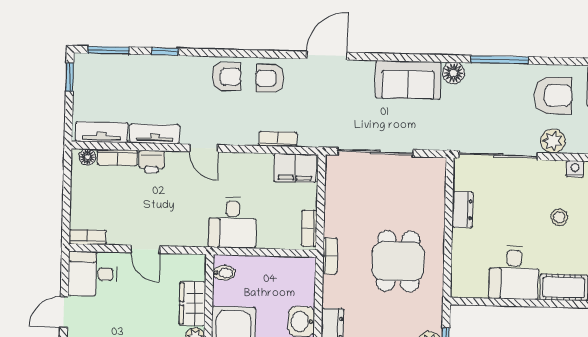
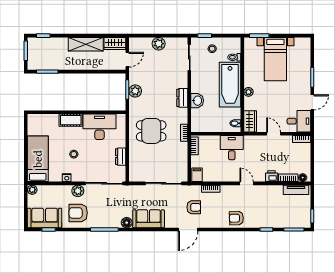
armchair: (270, 78) -> (194, 207), moved
tv unit: (155, 134) -> (270, 190), removed
filing cabinet: (295, 168) -> (197, 175), width x0.50
dining table: (398, 261) -> (151, 131), turned 90
desk: (514, 273) -> (99, 127), width x1.37
wardrobe: (192, 304) -> (250, 121), moved

